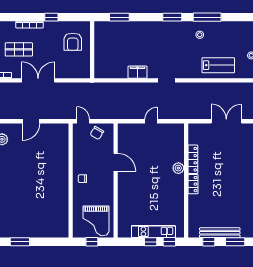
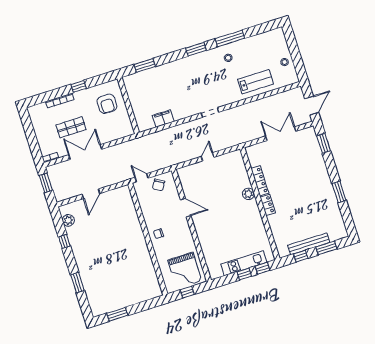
shop shelf: (19, 49) -> (71, 127), moved
filing cabinet: (137, 72) -> (163, 118), moved

